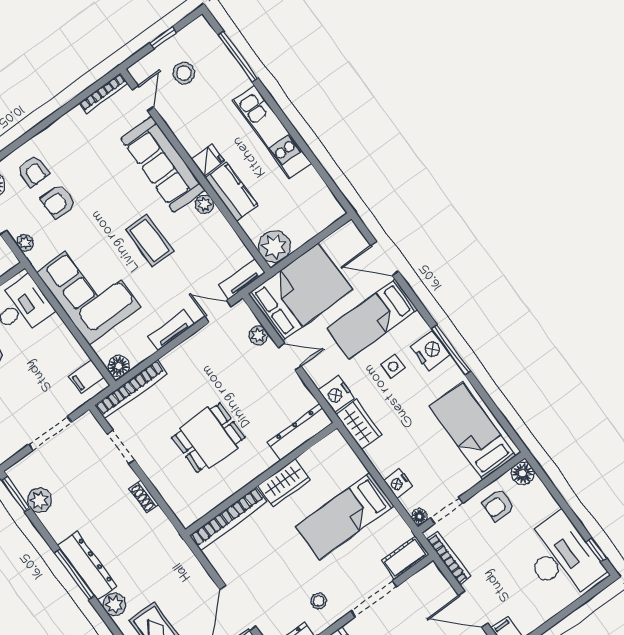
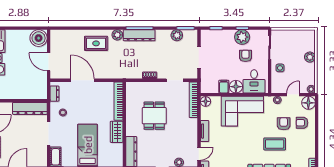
coffee table: (150, 240) -> (275, 144), moved
floor lamp: (54, 332) -> (236, 87), added
filing cabinet: (87, 377) -> (224, 87), moved

